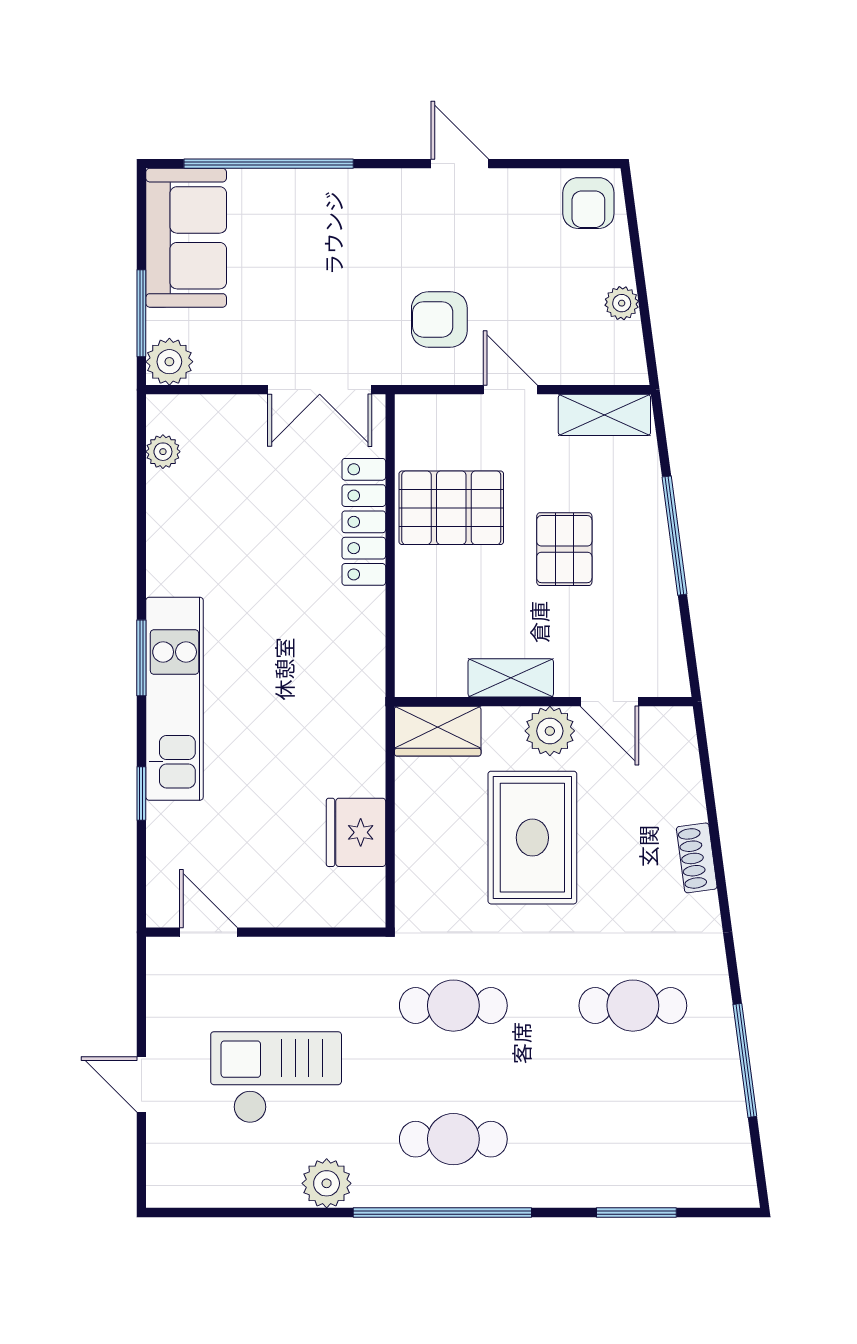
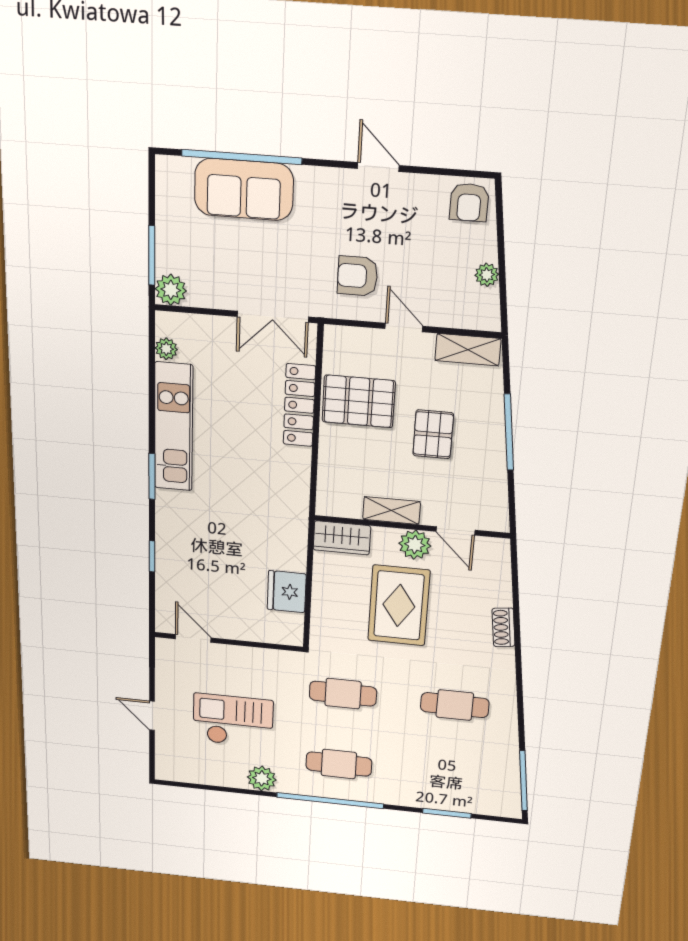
sofa: (186, 238) -> (244, 189), moved, turned 90
kitchen unit: (175, 699) -> (174, 427), moved
window: (745, 1060) -> (523, 781), moved

